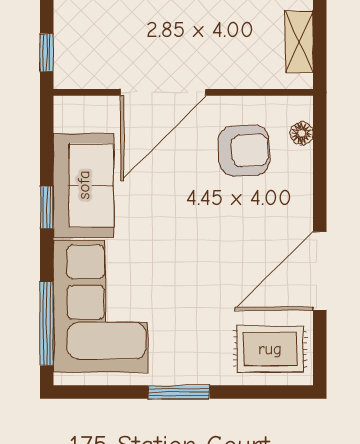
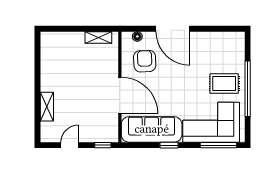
sofa: (84, 185) -> (152, 129), width x1.36
door: (320, 271) -> (173, 29), moved
rug: (270, 349) -> (224, 84), moved, turned 90
window: (179, 392) -> (248, 89), width x2.11

